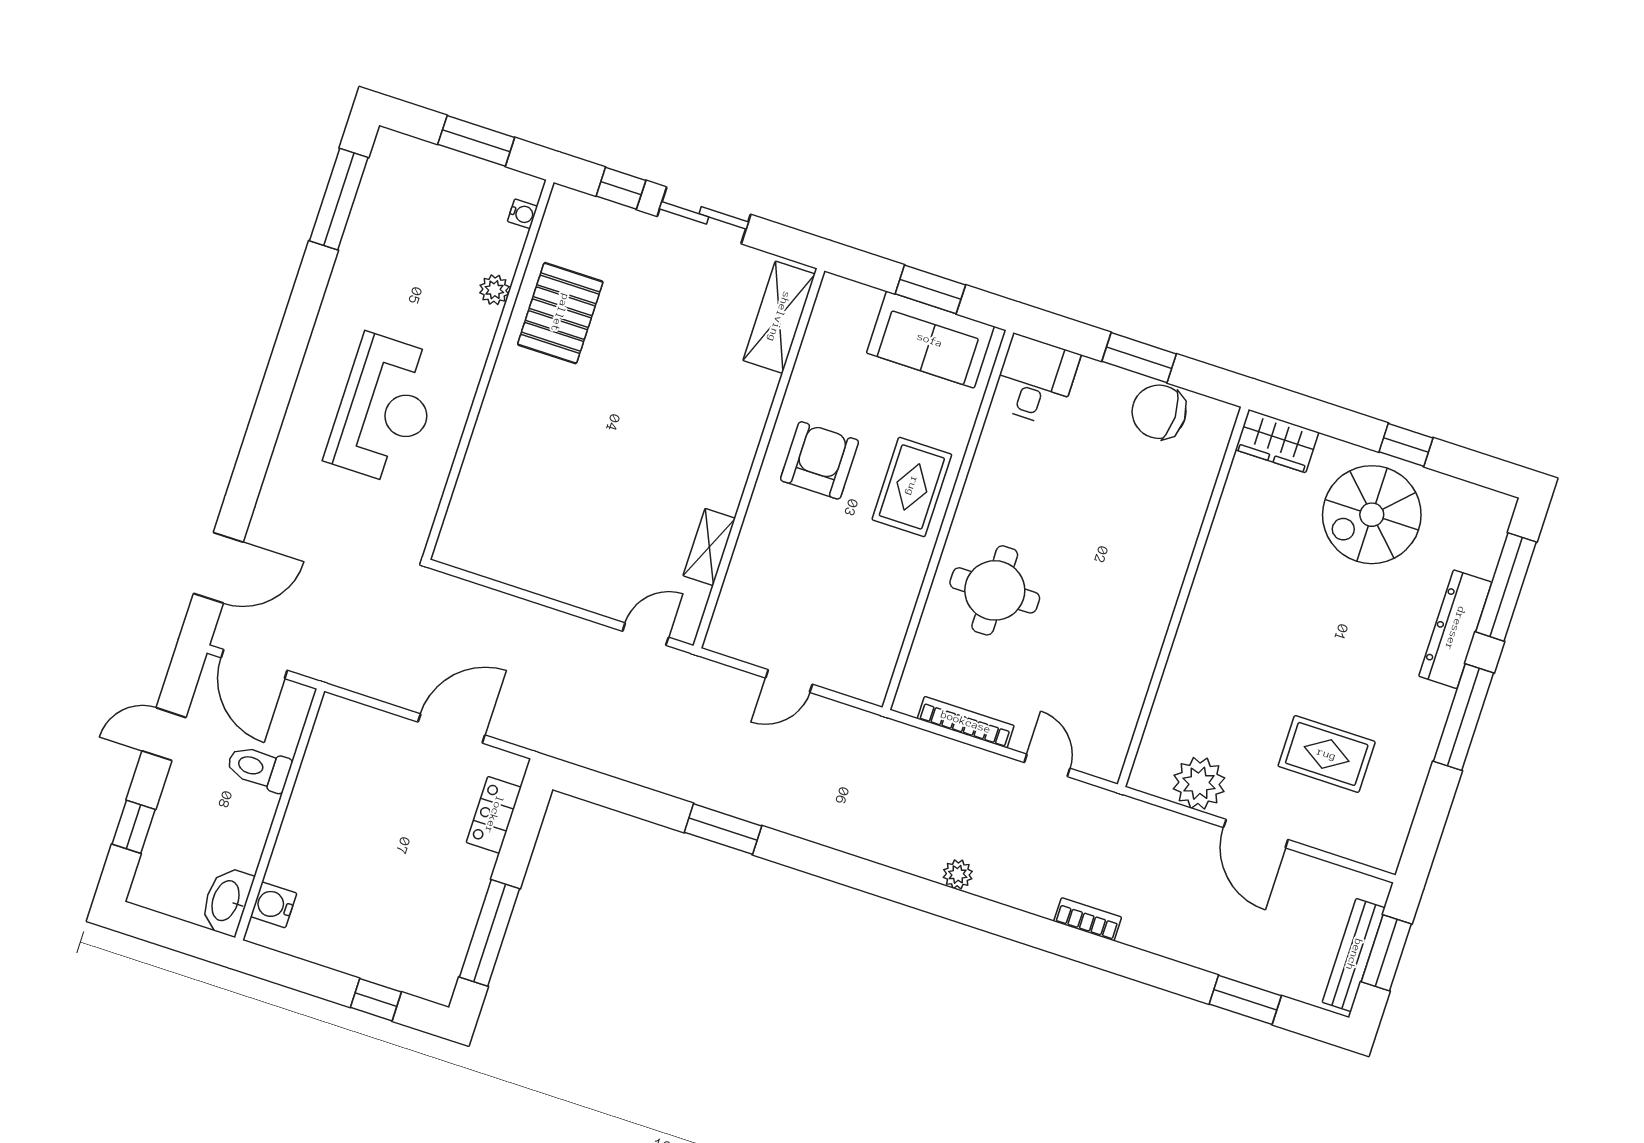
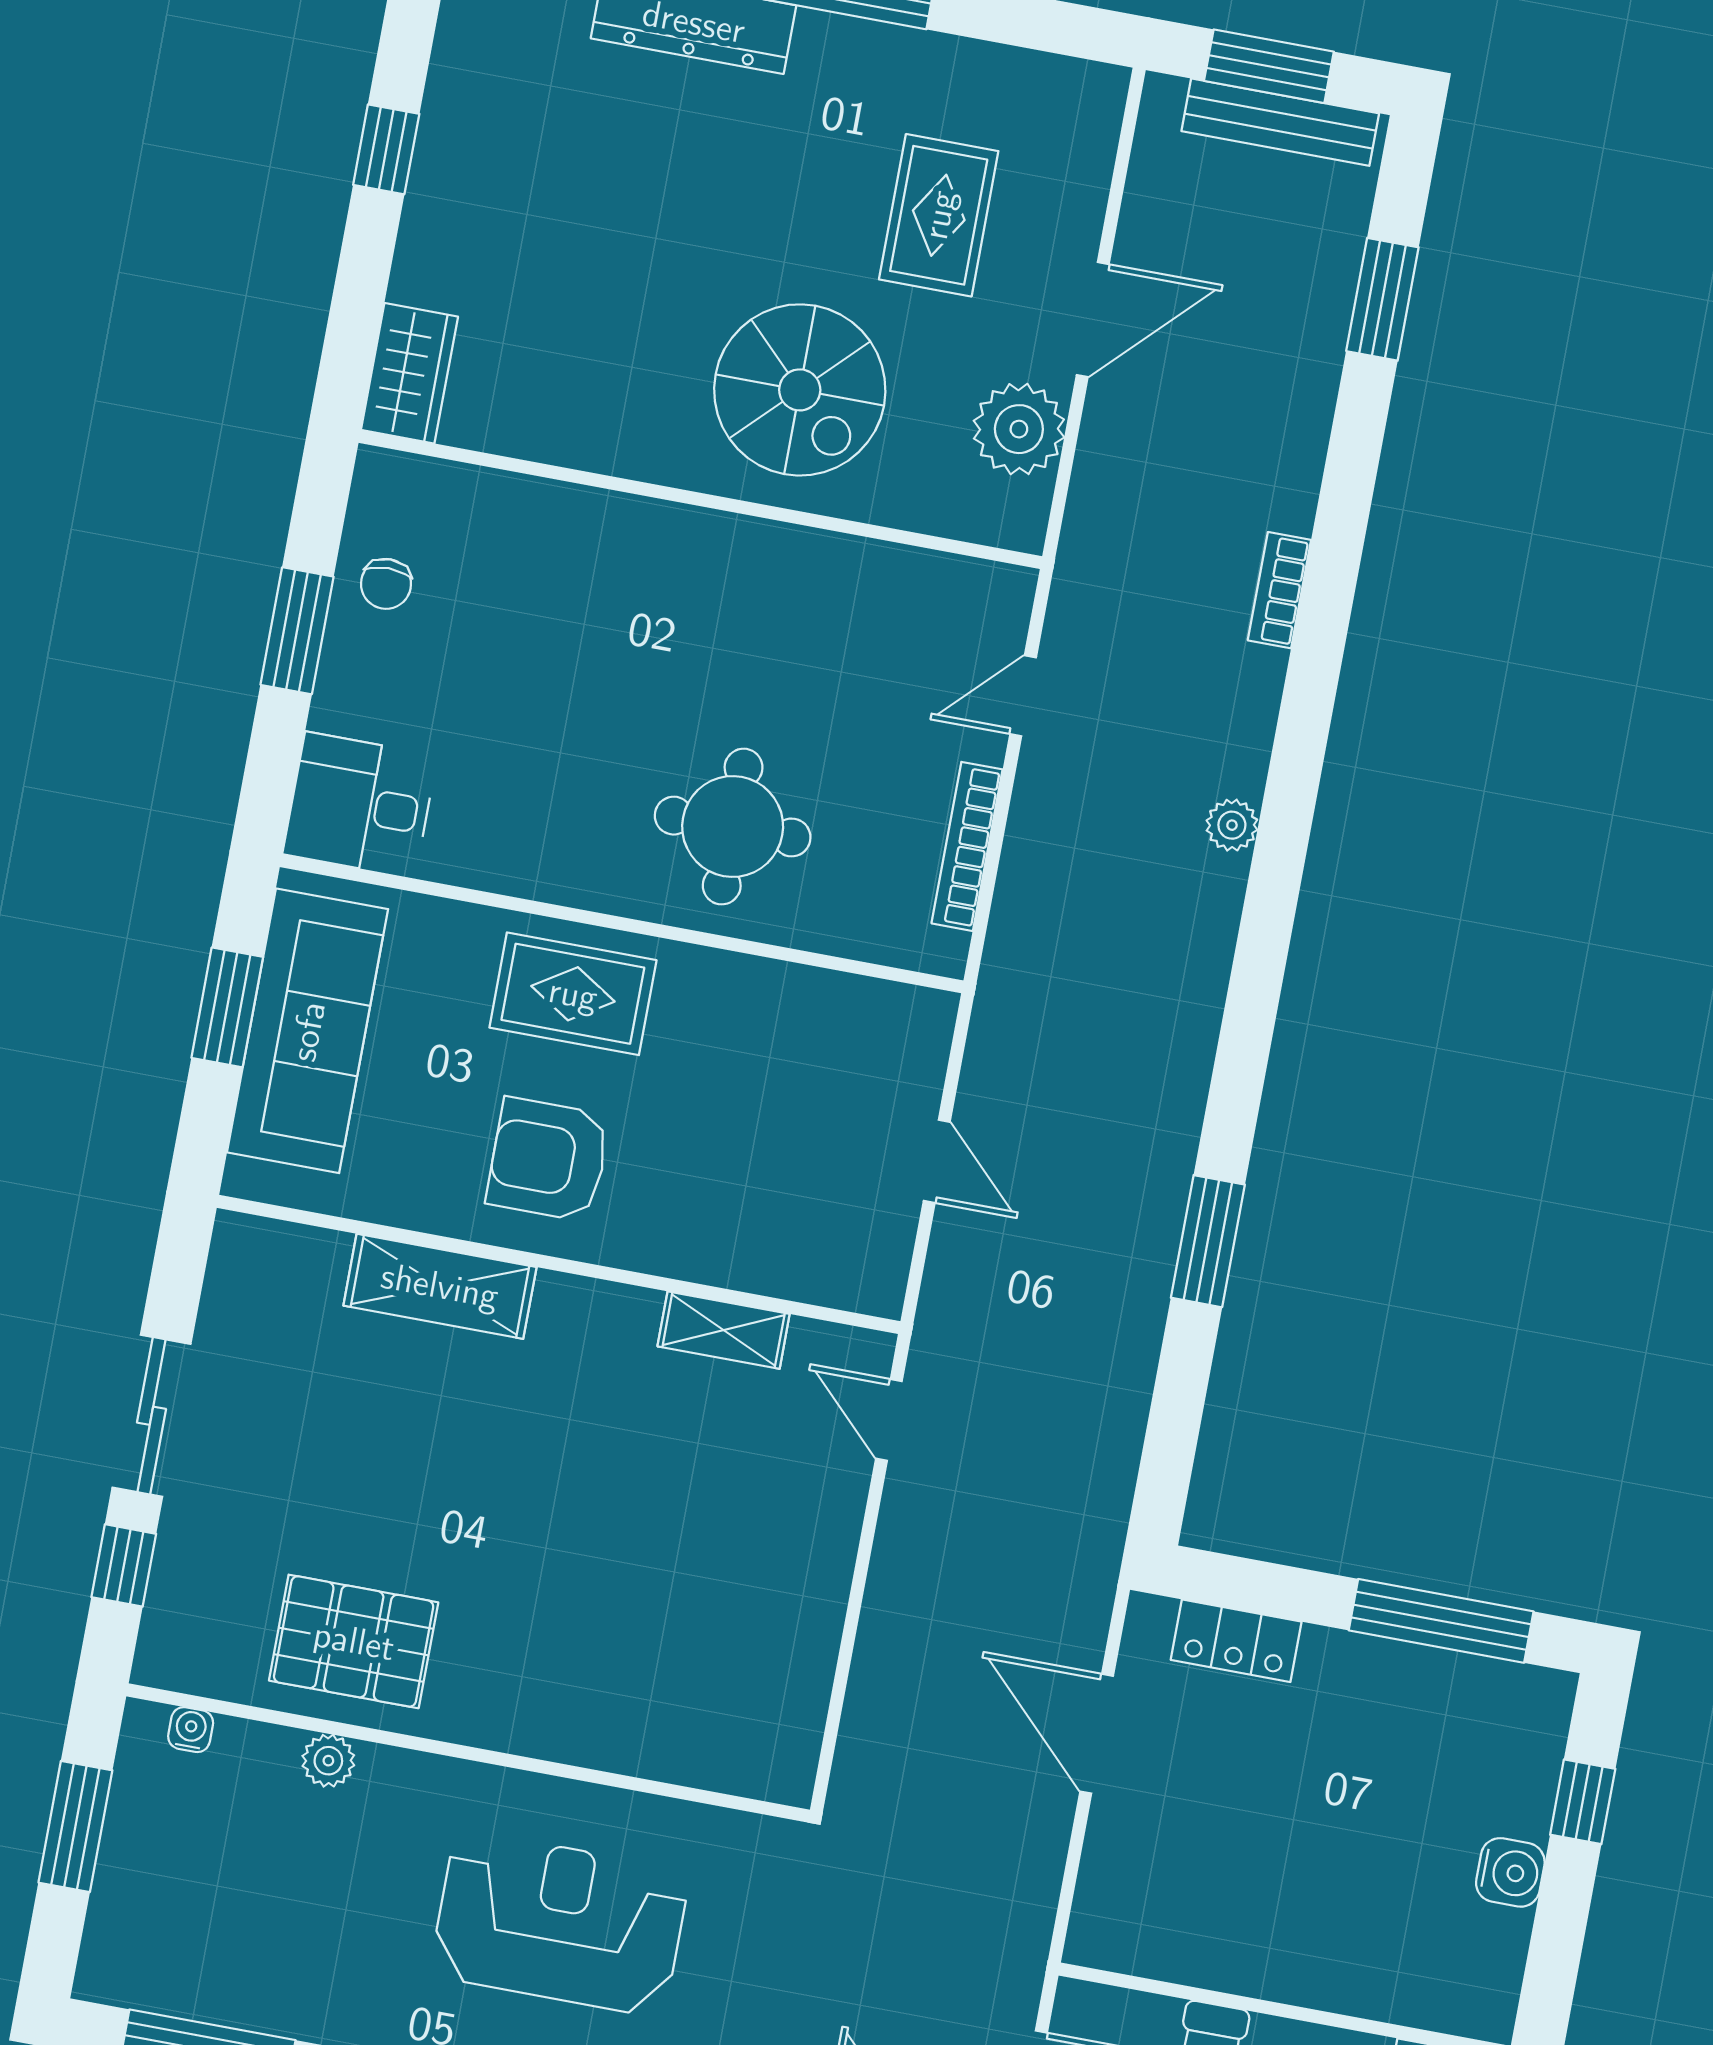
shelving: (779, 317) -> (440, 1286), moved
sofa: (930, 340) -> (308, 1031), width x1.36
chair: (1159, 412) -> (386, 584), width x0.54, depth x0.54
spiral stairs: (1372, 515) -> (800, 390), moved
water cooler: (274, 905) -> (1510, 1872), moved, turned -90

